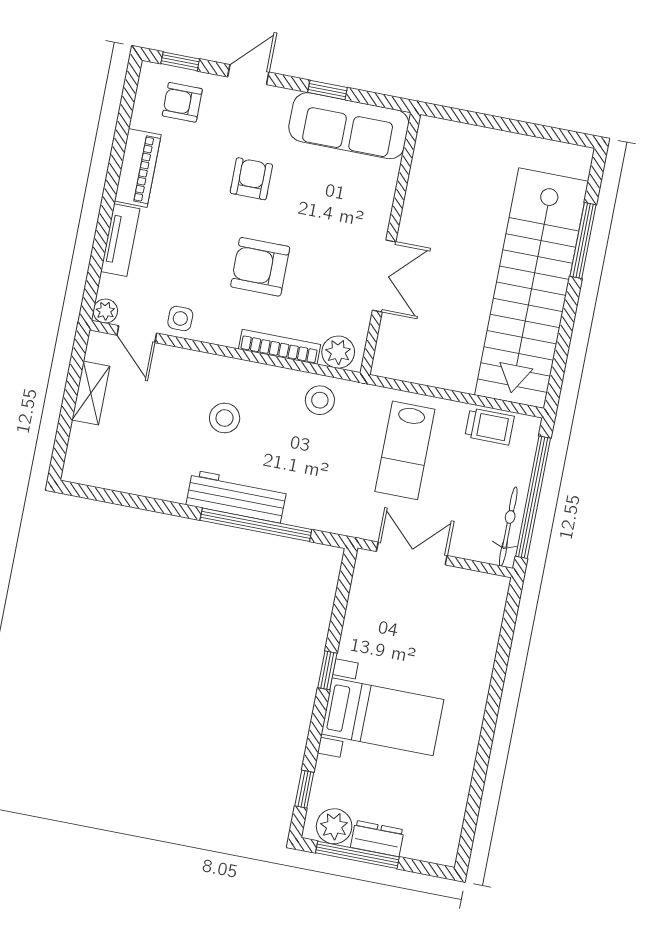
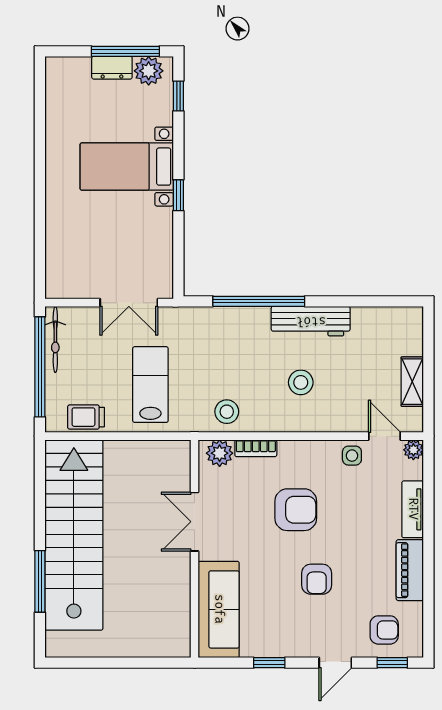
sofa: (349, 126) -> (219, 609), moved, turned 90
bookcase: (280, 347) -> (256, 448), width x0.64
workbench: (237, 496) -> (311, 321), moved

